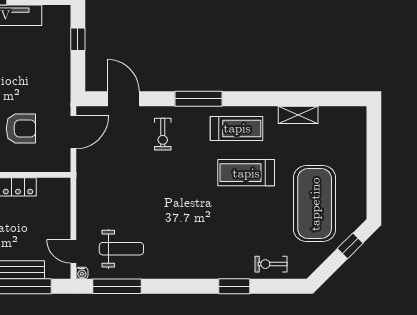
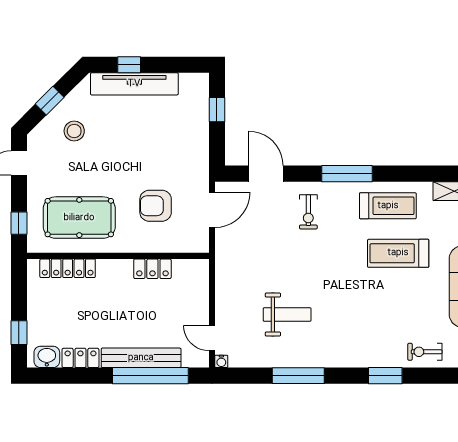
armchair: (21, 128) -> (156, 206), turned 180
weight bench: (121, 249) -> (287, 315), moved
window: (117, 286) -> (298, 376), moved

